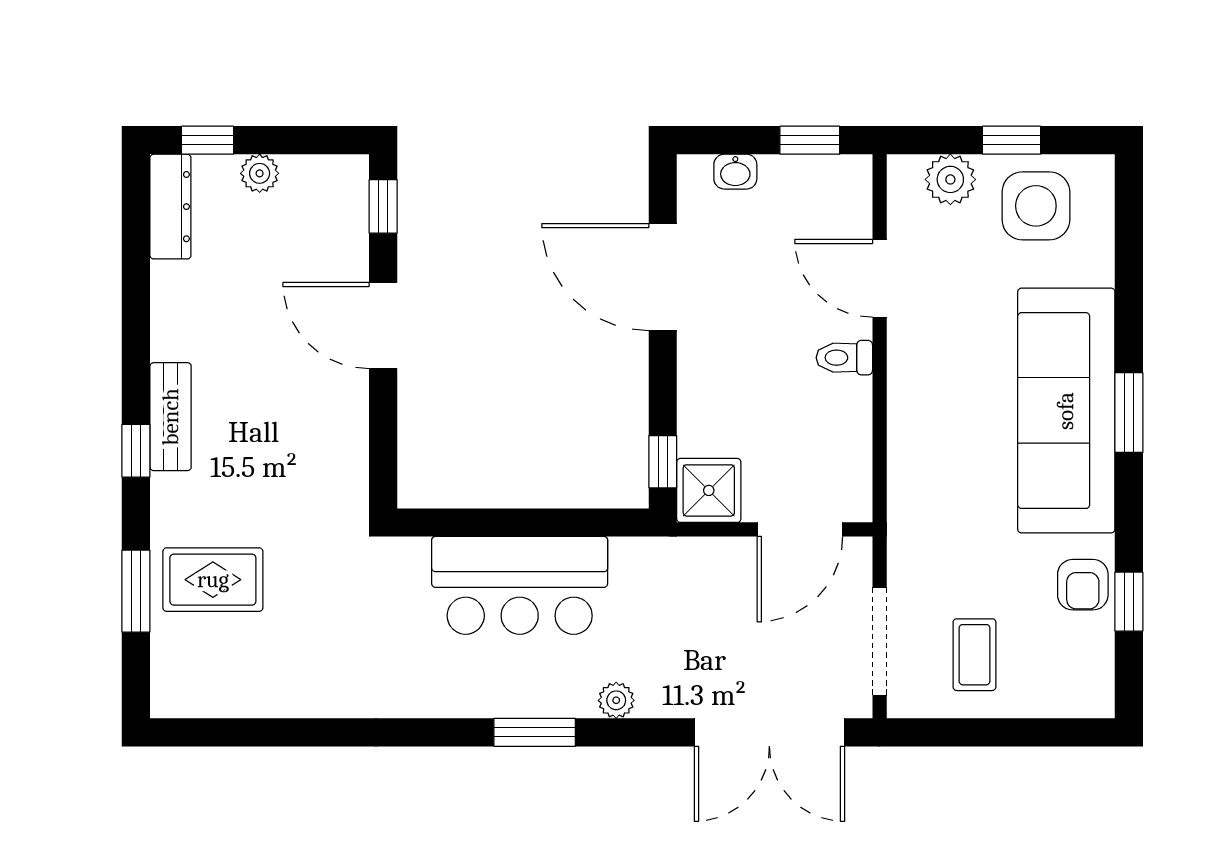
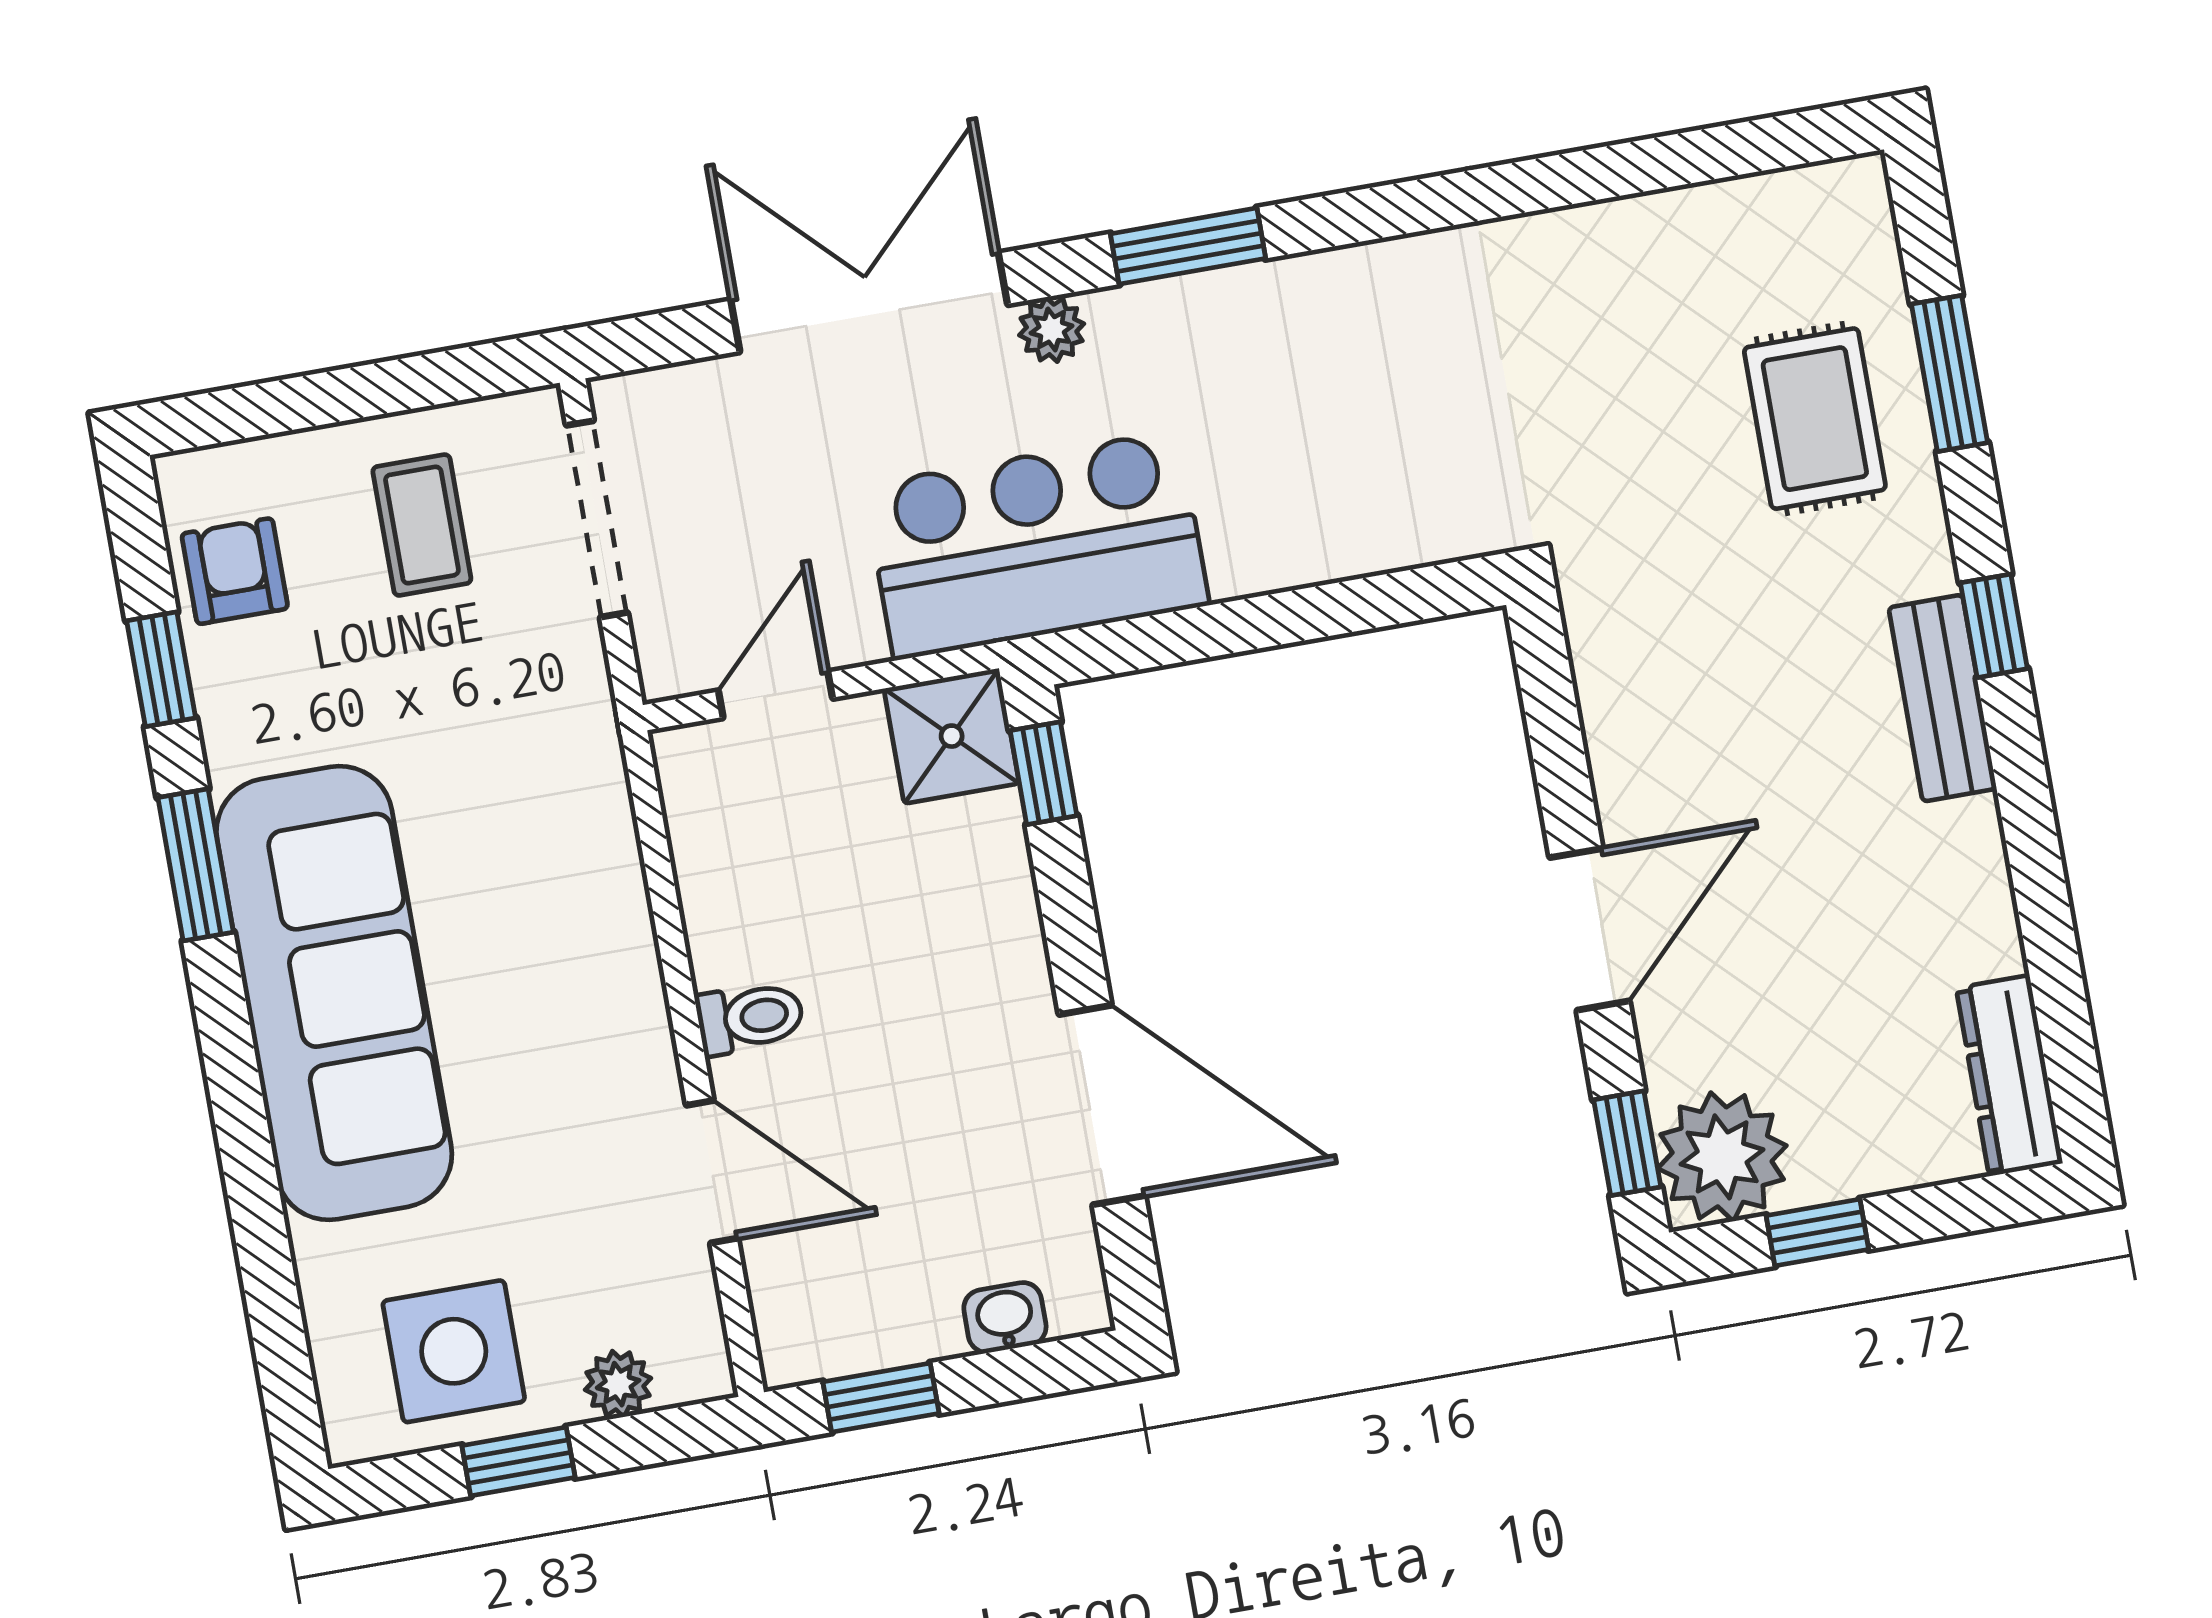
window: (208, 140) -> (1817, 1233), moved
plant: (260, 173) -> (1722, 1157), moved, width x1.87, depth x1.87
plant: (950, 179) -> (618, 1384), width x0.73, depth x0.73
door: (383, 325) -> (1590, 929), hinge flipped
window: (1129, 413) -> (196, 865), moved
door: (800, 529) -> (775, 695), width x0.73
rug: (213, 580) -> (1815, 419), turned 90
bar counter: (520, 585) -> (1036, 545), moved
armchair: (1083, 585) -> (235, 571), moved
double door: (769, 732) -> (869, 302), moved

